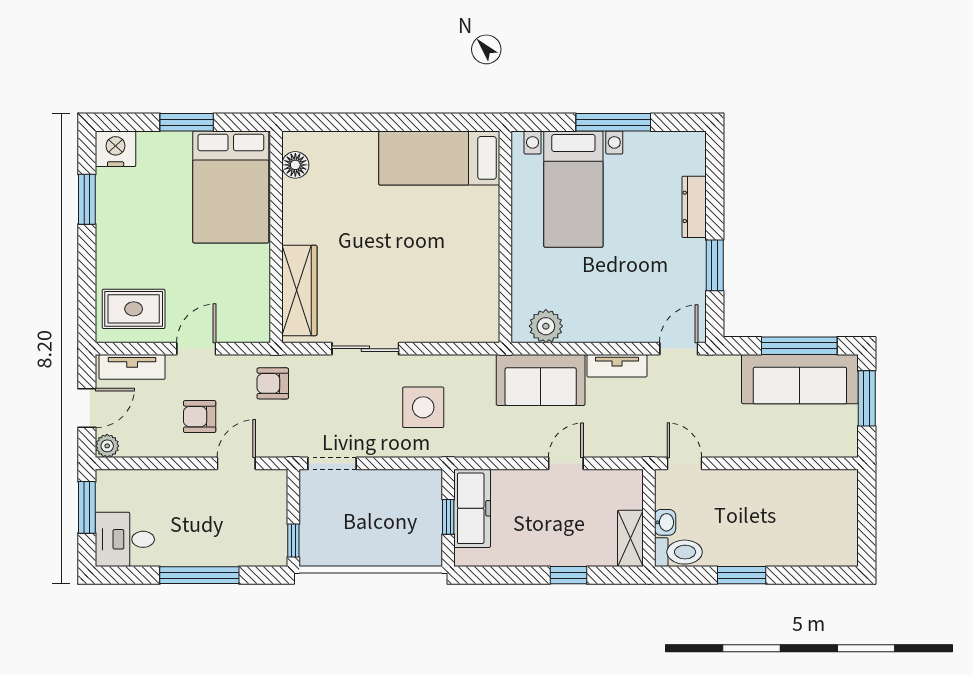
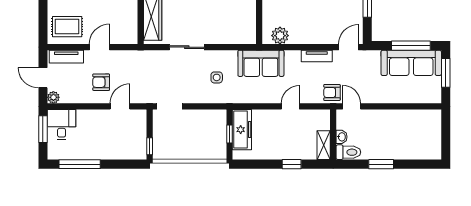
sofa: (541, 380) -> (261, 63), moved
armchair: (273, 383) -> (332, 92), moved
side table: (423, 407) -> (217, 77), width x0.54, depth x0.54
door: (87, 408) -> (43, 78), swing flipped
desk: (125, 539) -> (62, 124), moved, turned 90
window: (199, 575) -> (80, 164), moved

